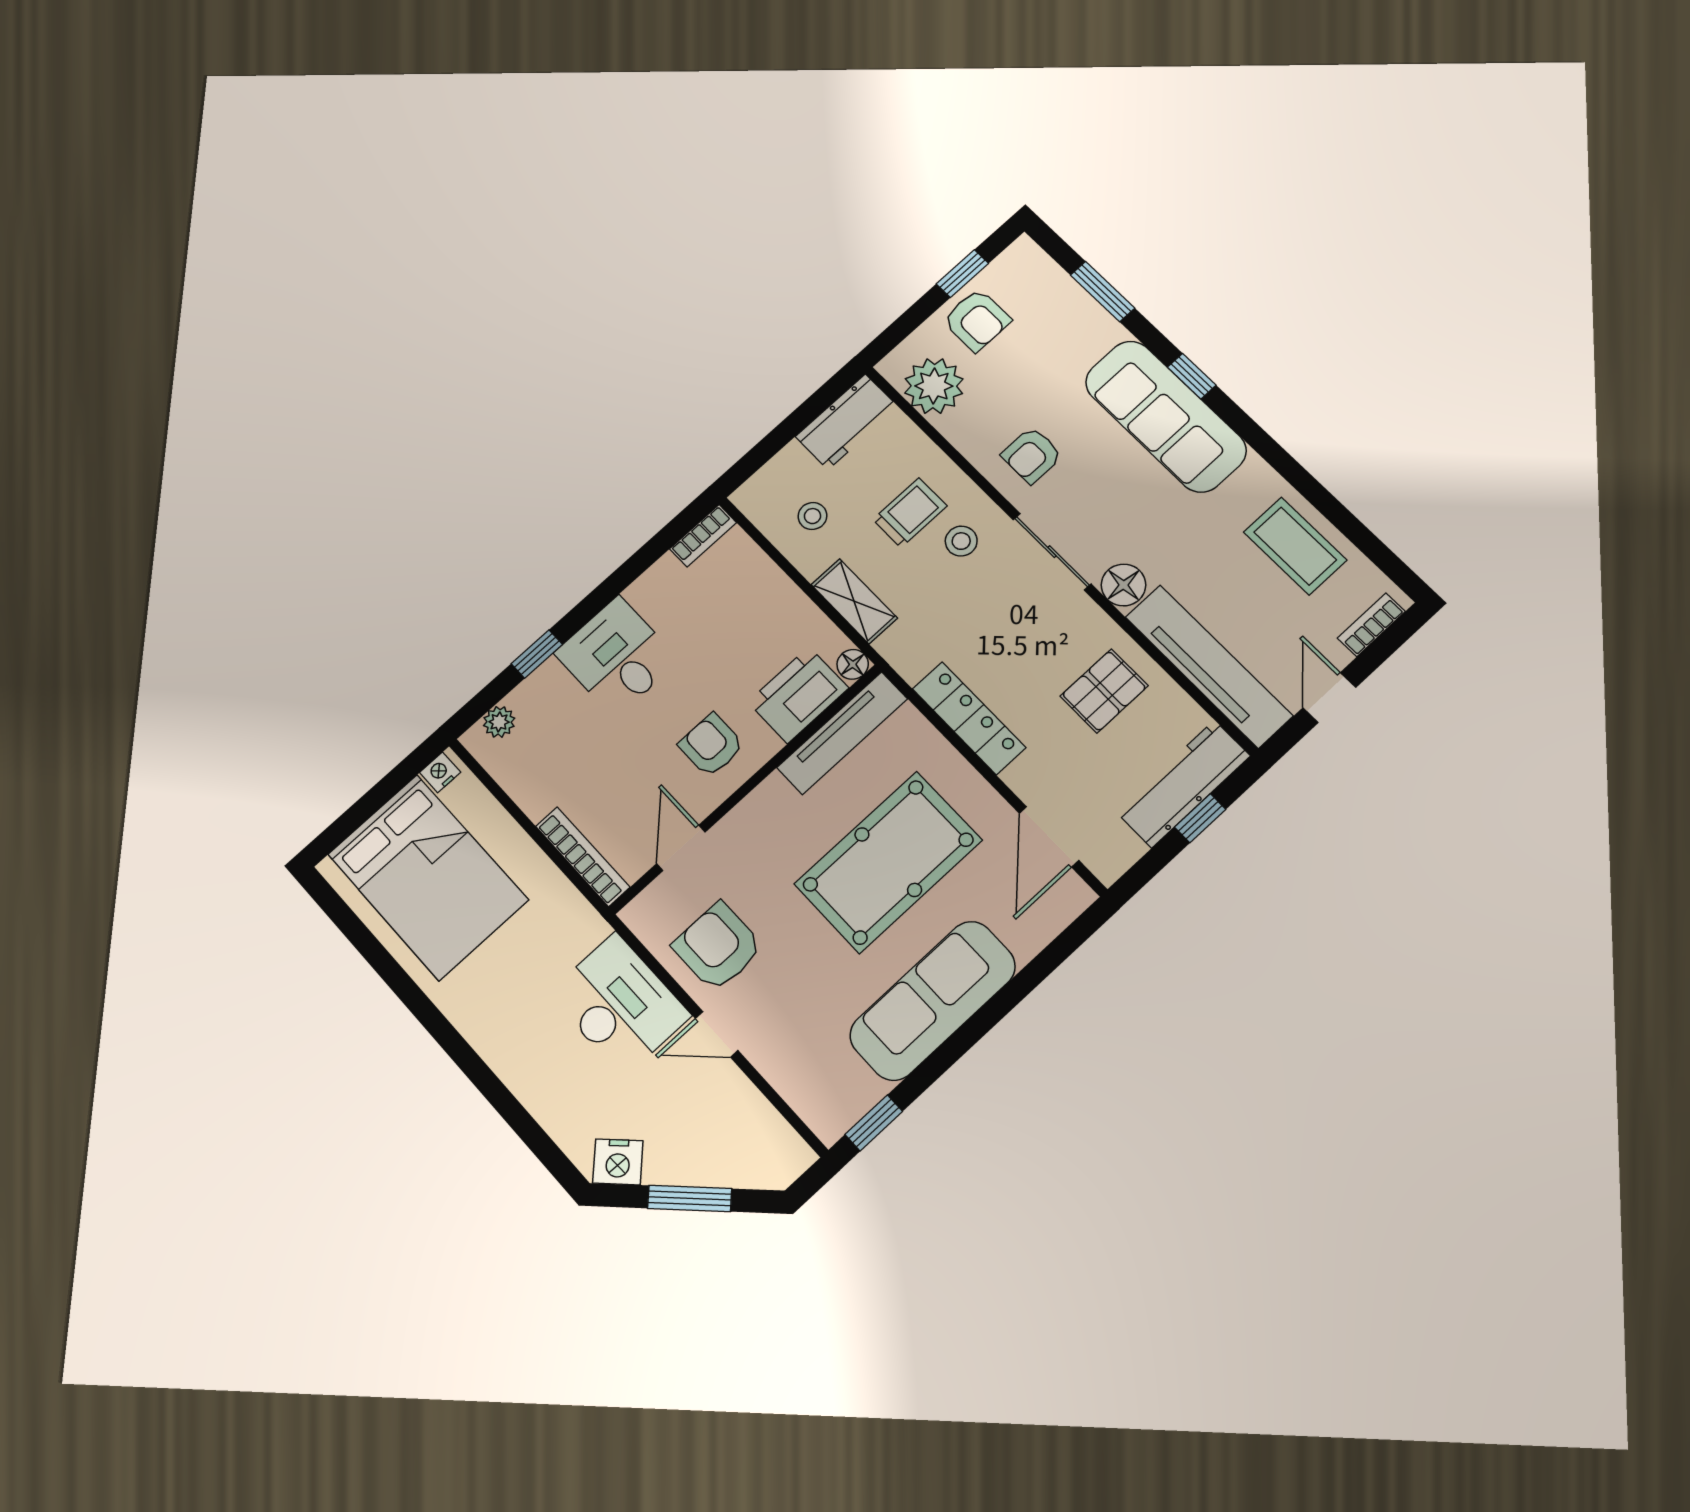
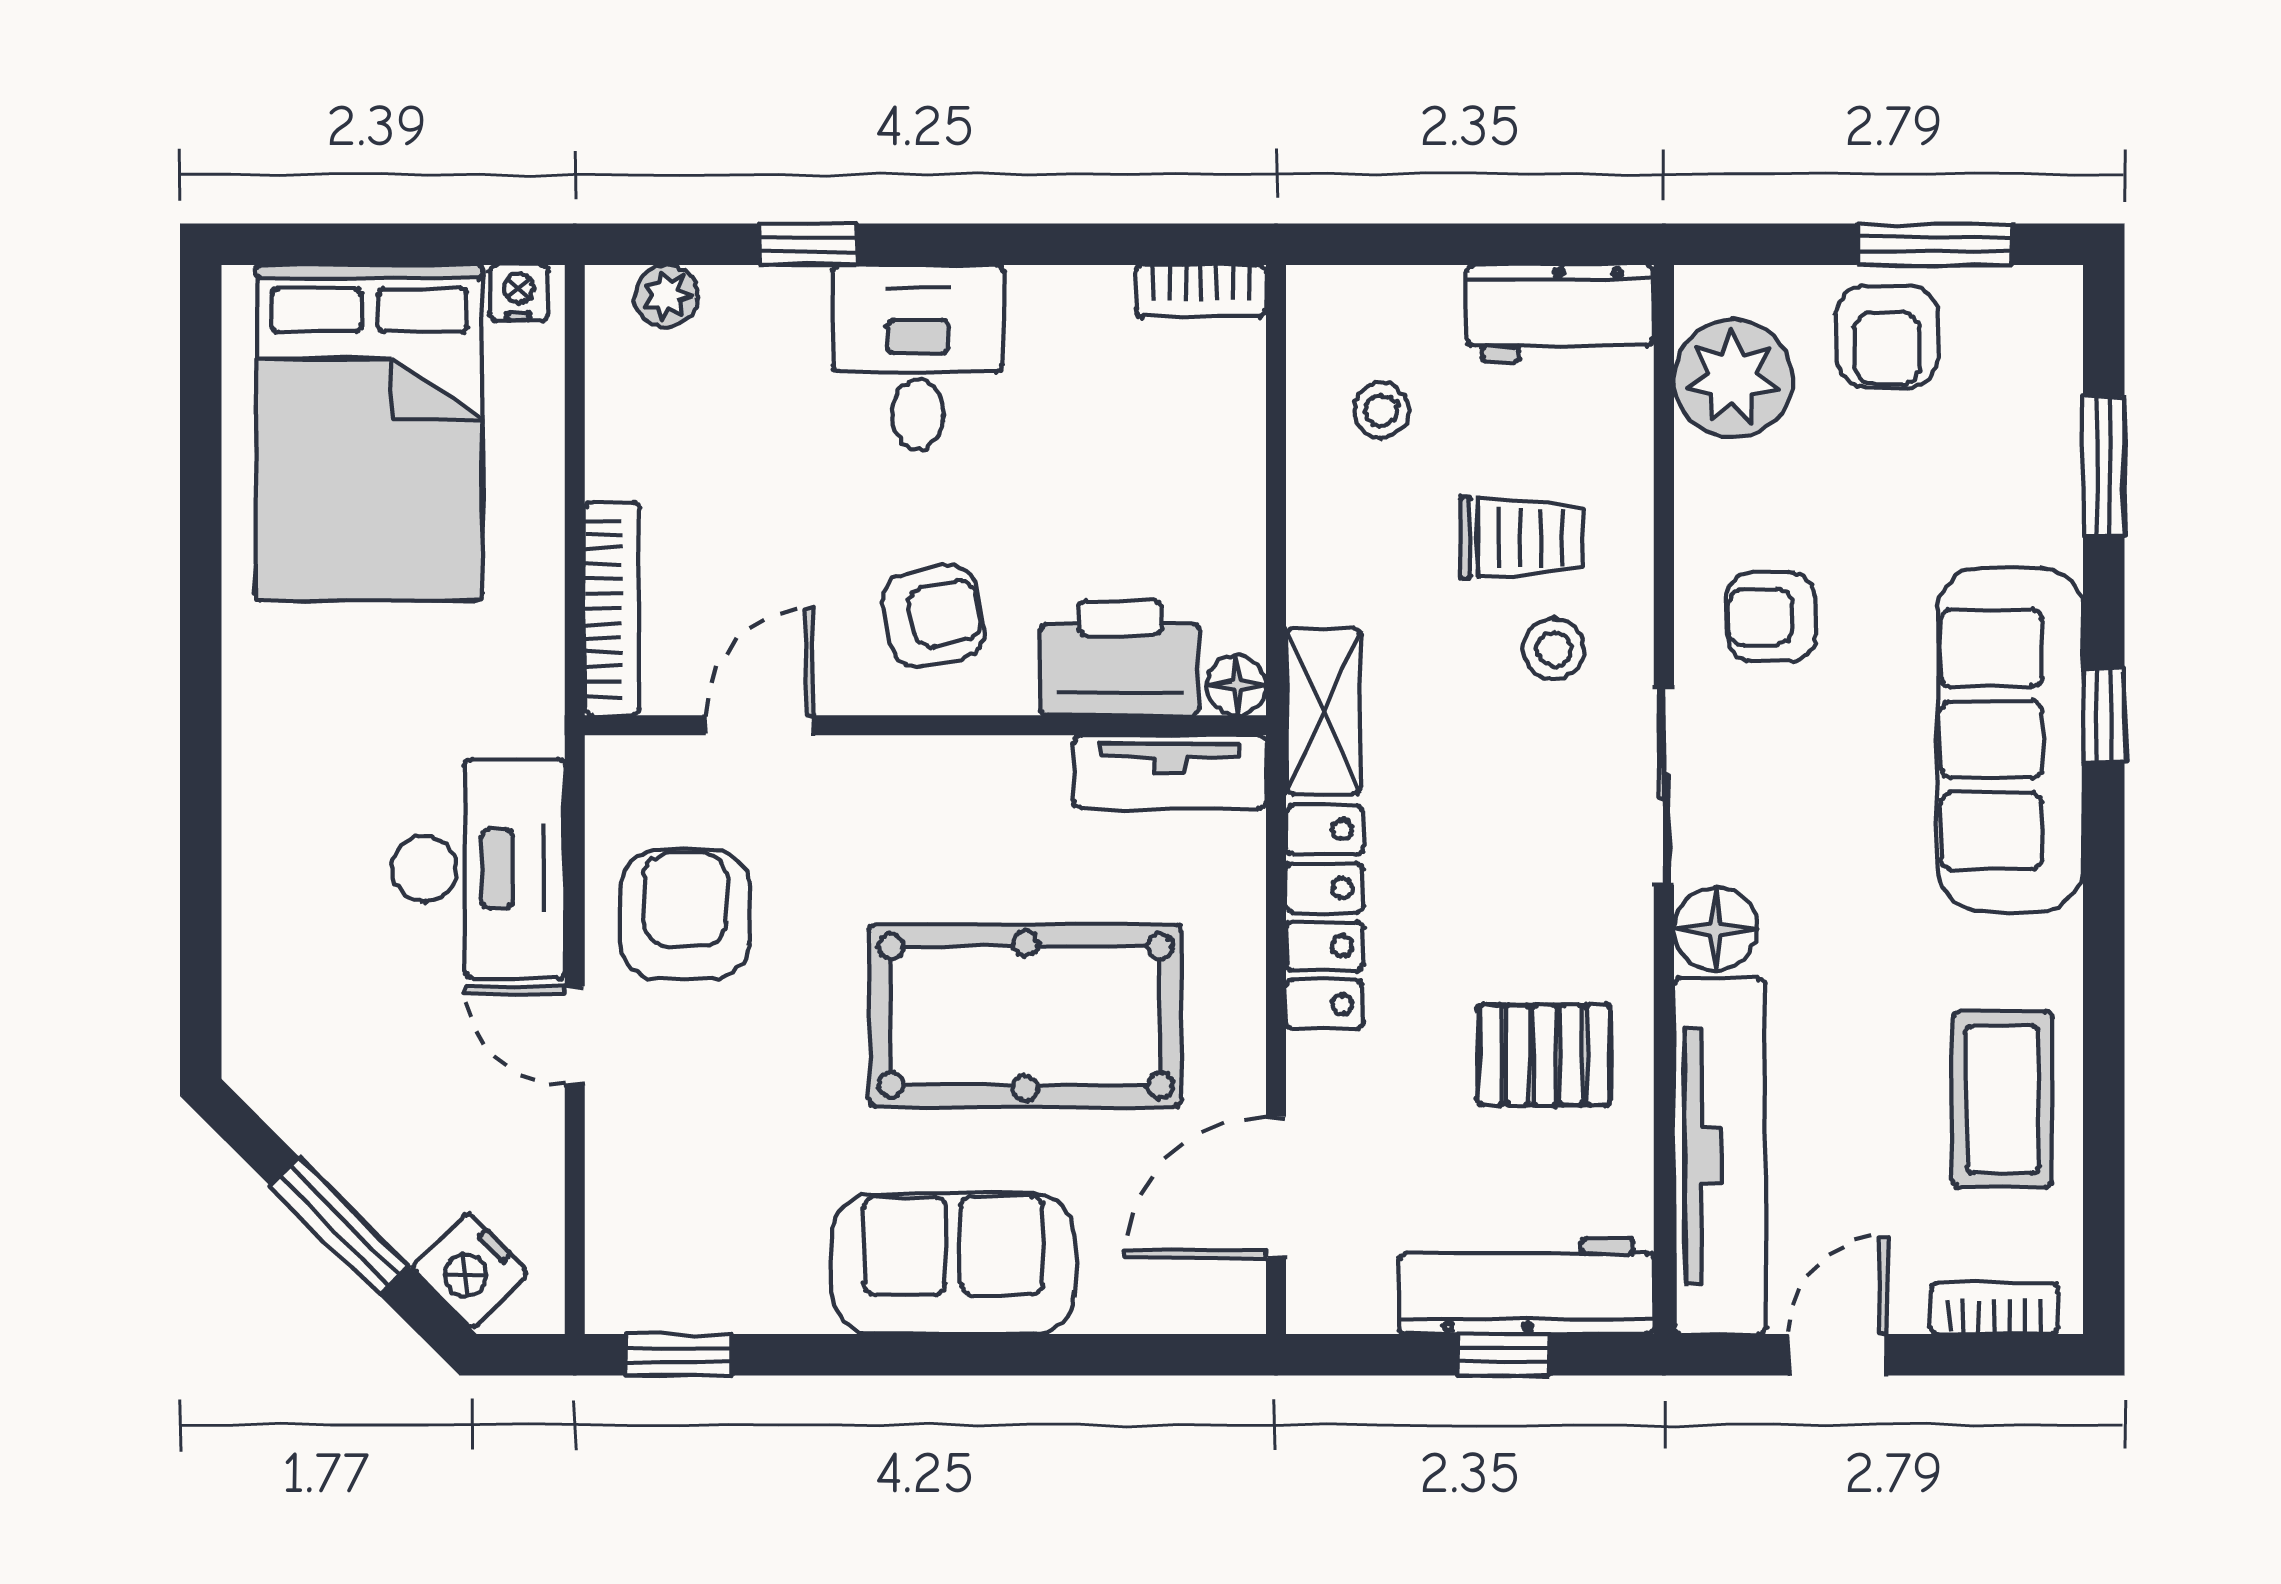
window: (962, 274) -> (1934, 244), width x1.50
shelving: (854, 601) -> (1323, 711), moved
tv unit: (842, 733) -> (1170, 772), width x0.71
armchair: (711, 745) -> (934, 616), turned 78
sofa: (933, 1001) -> (953, 1264), width x0.73
nightstand: (618, 1162) -> (470, 1270), moved

